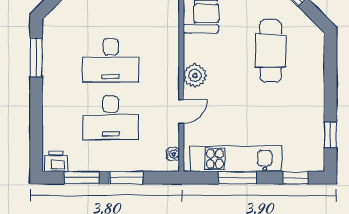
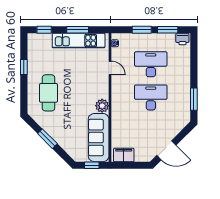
cafe table: (271, 51) -> (48, 93), moved
plant: (195, 76) -> (102, 106), moved
door: (181, 111) -> (110, 68), swing flipped
window: (330, 135) -> (24, 67), moved

